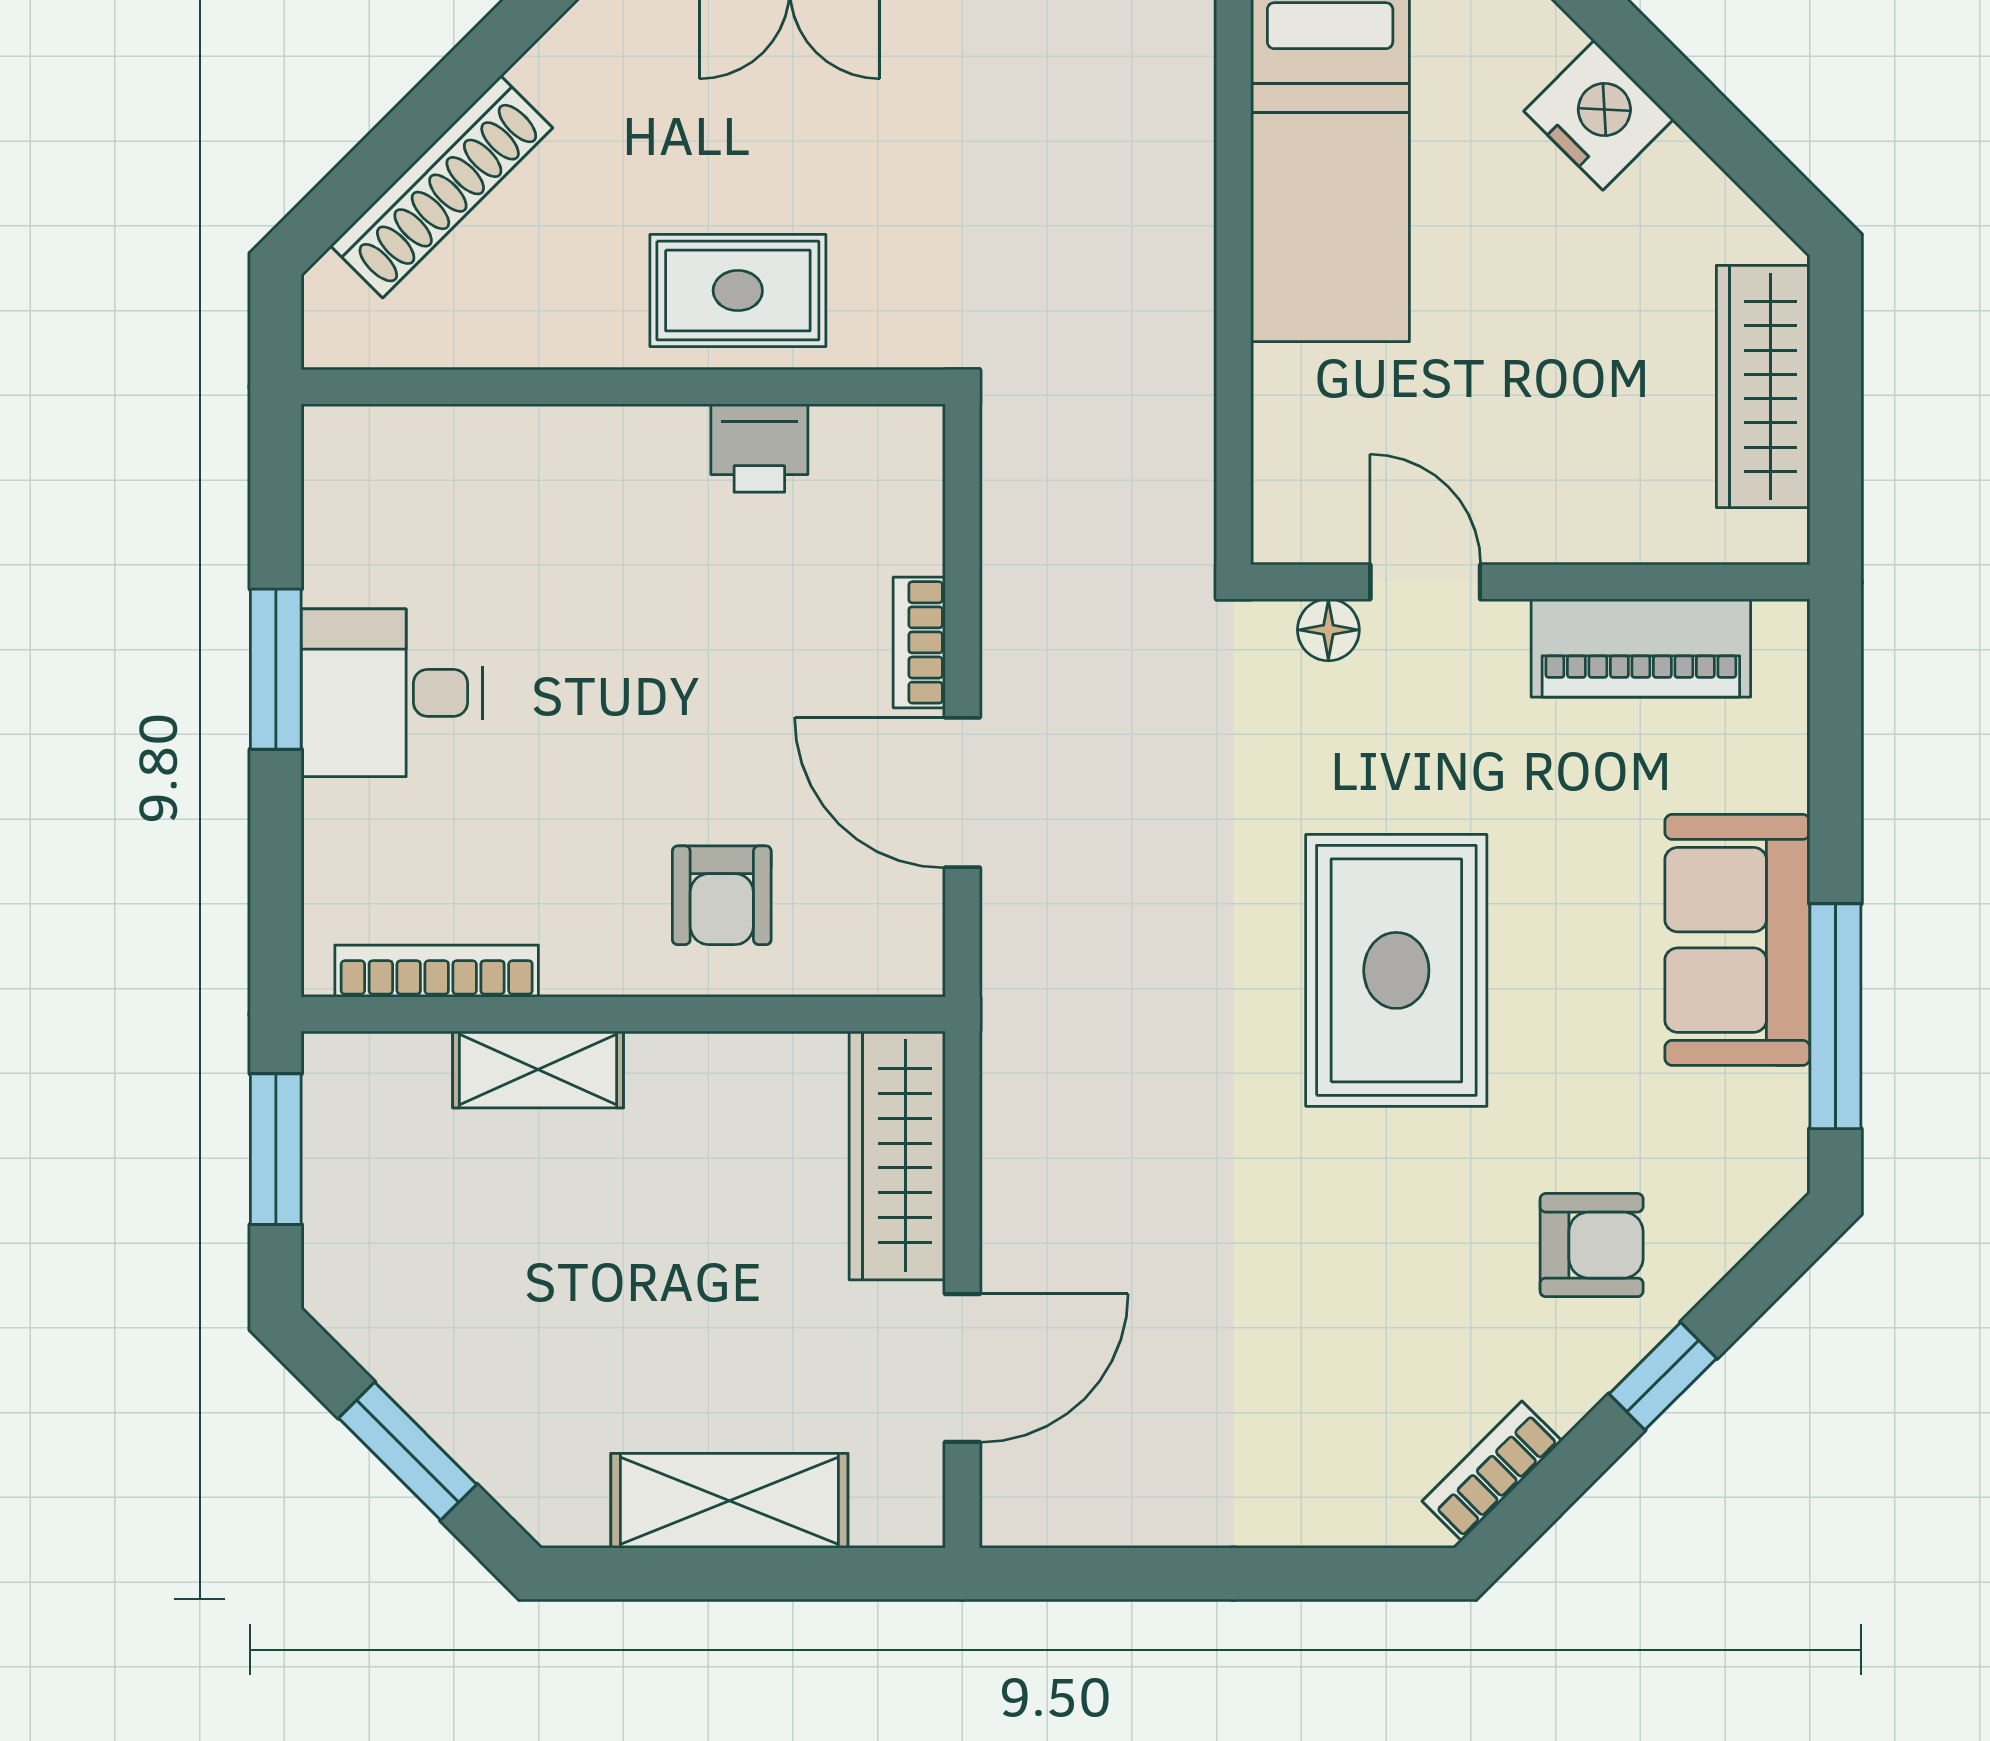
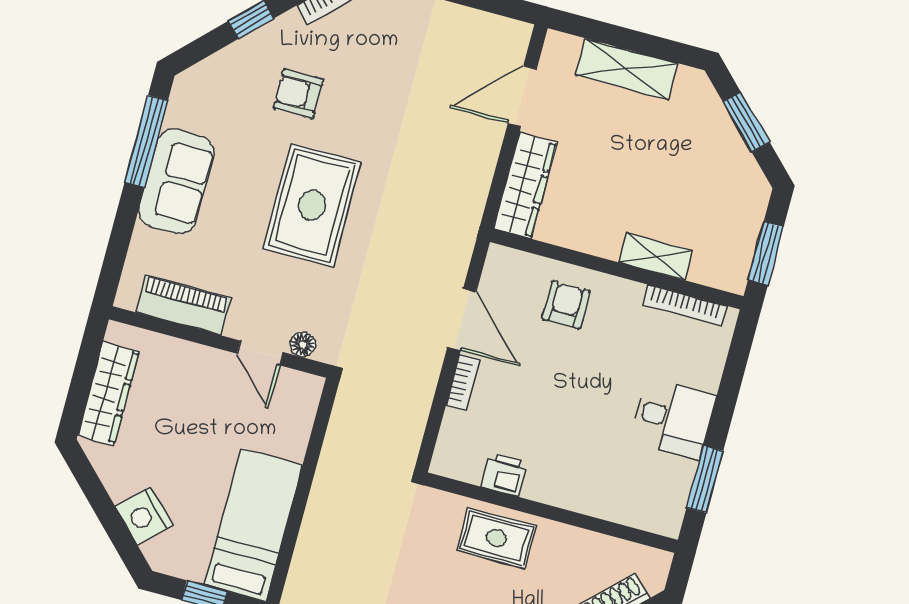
window: (276, 669) -> (705, 479), moved
armchair: (1592, 1245) -> (298, 94), moved

